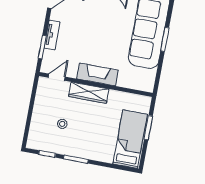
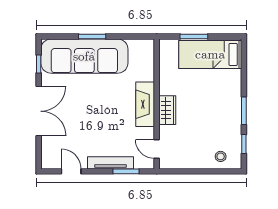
tv unit: (52, 35) -> (111, 163), width x1.41
wardrobe: (89, 93) -> (167, 110), width x0.67
stool: (62, 124) -> (221, 156), moved

